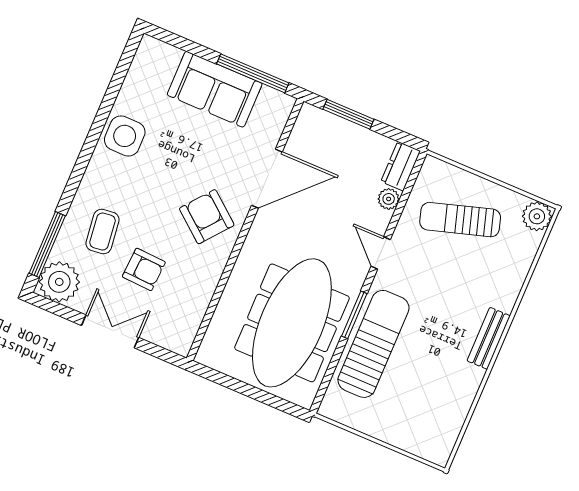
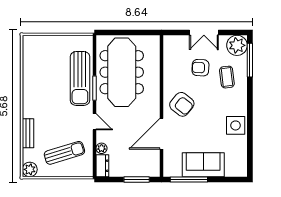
bench: (489, 338) -> (28, 133), moved

